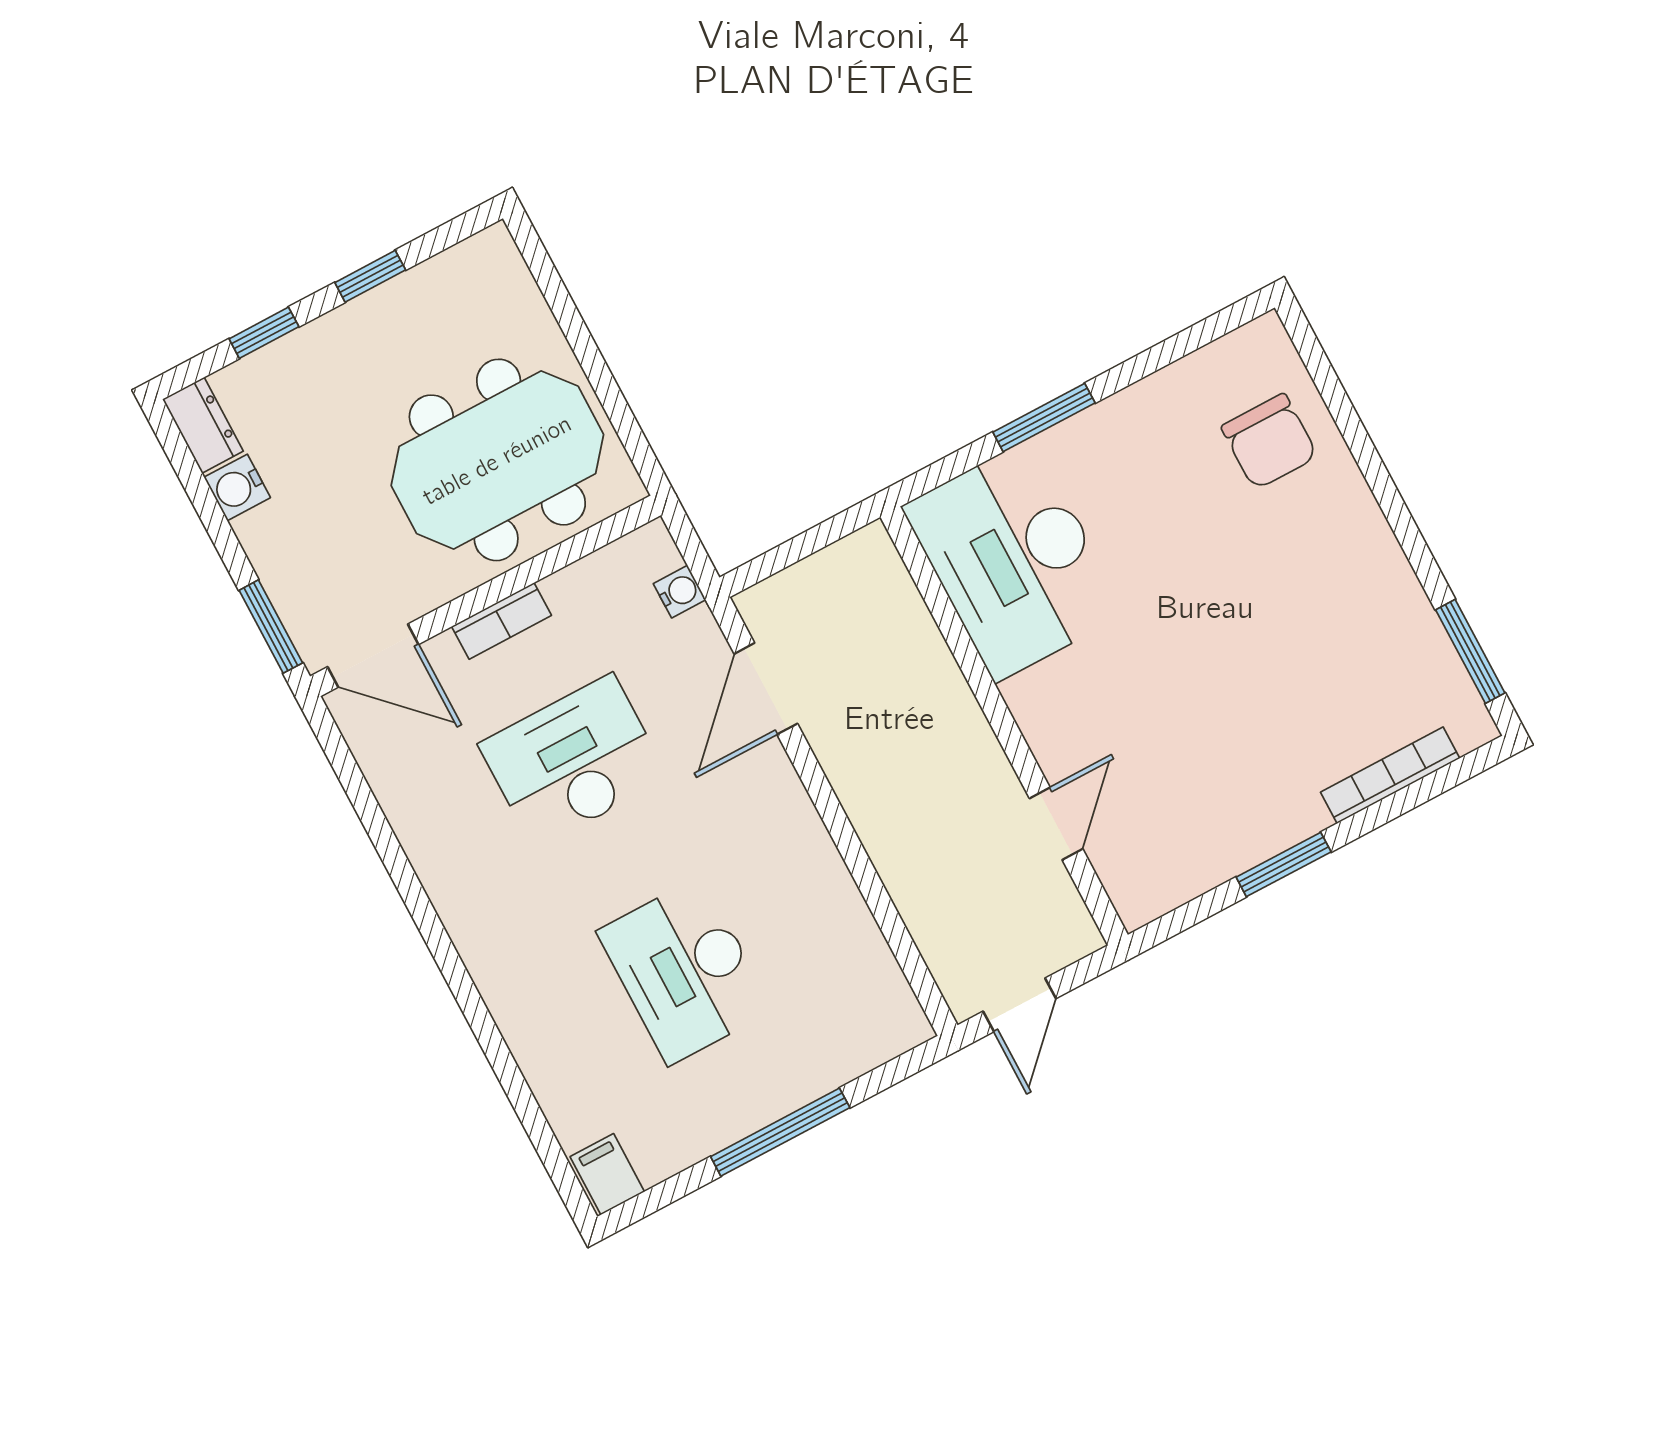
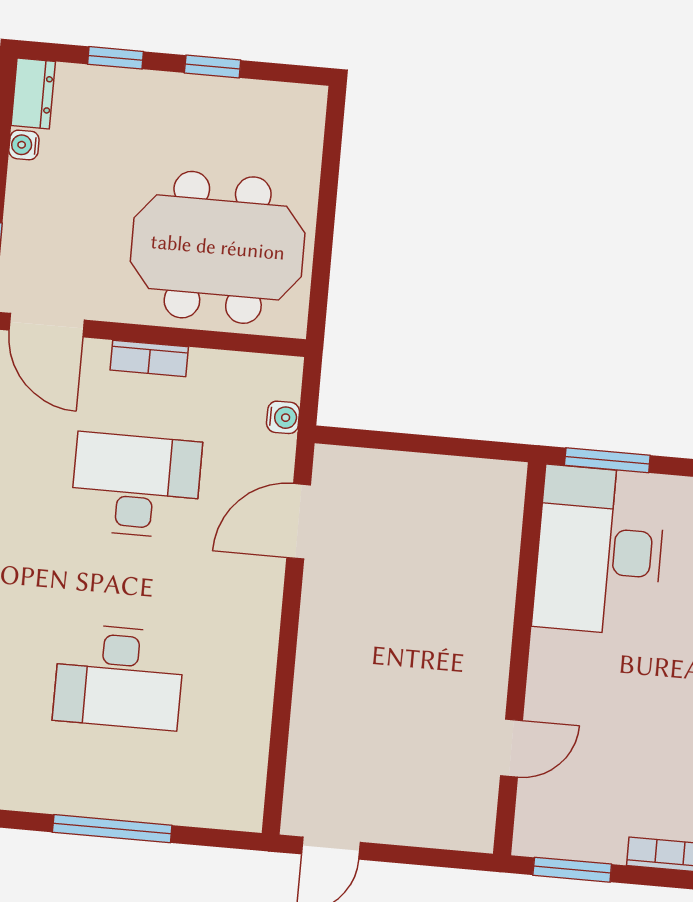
water cooler: (237, 487) -> (24, 145), width x0.72, depth x0.72
desk: (1014, 560) -> (599, 551), moved
wall: (1004, 726) -> (519, 659), moved
door: (1056, 824) -> (512, 748), moved
desk: (685, 971) -> (119, 677), turned -90

